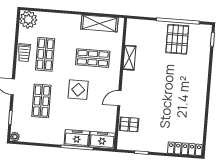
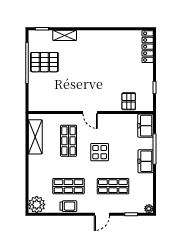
shelving: (129, 58) -> (65, 35), moved
door: (119, 98) -> (90, 113), moved
freezer: (77, 138) -> (146, 161), moved

